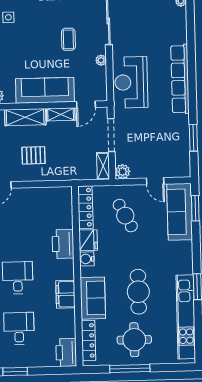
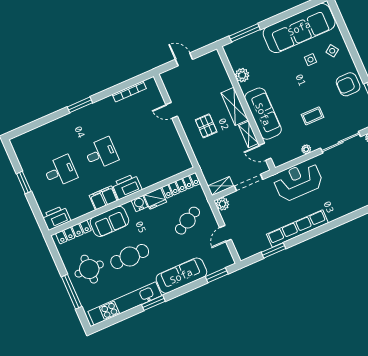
row of seats: (180, 79) -> (297, 229), moved
sofa: (180, 212) -> (181, 276), moved
printer: (63, 244) -> (127, 187), moved
window: (130, 368) -> (72, 292), moved

